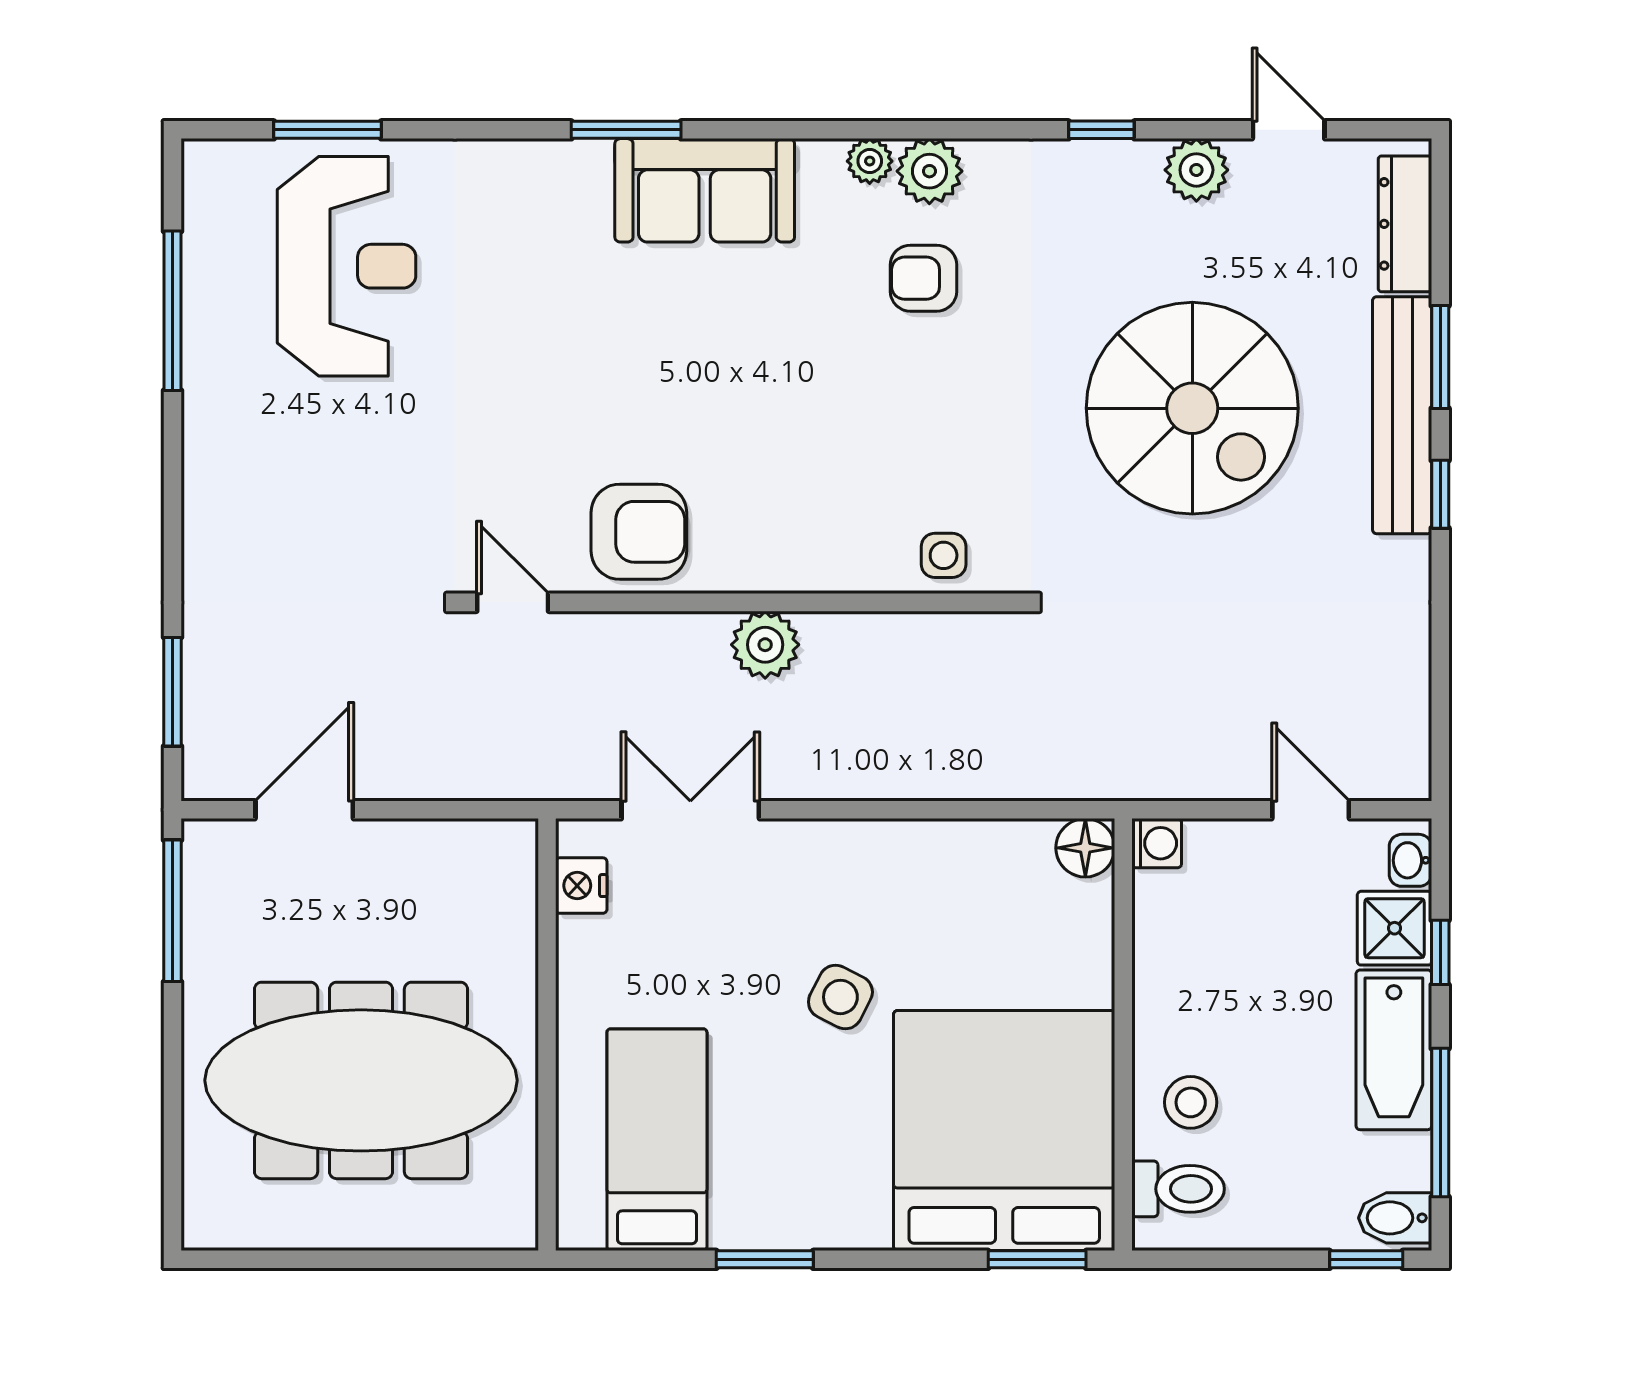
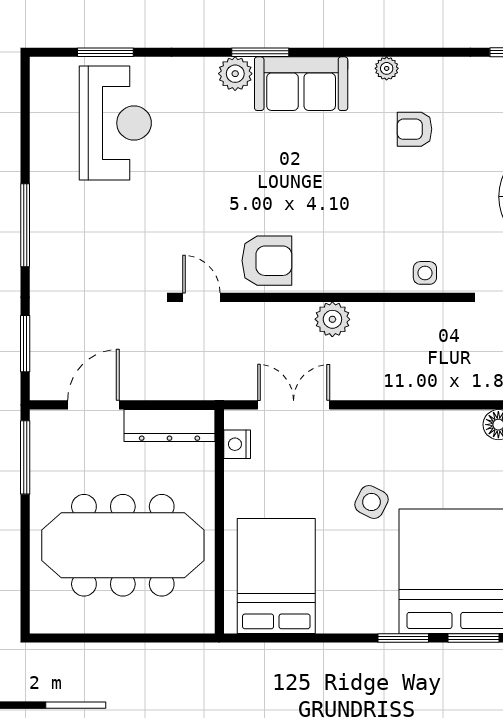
plant: (929, 171) -> (235, 74), moved
window: (172, 311) -> (25, 225), moved
dresser: (451, 850) -> (169, 426), added
bed: (657, 1140) -> (276, 576), width x1.50
window: (765, 1259) -> (403, 638), moved

